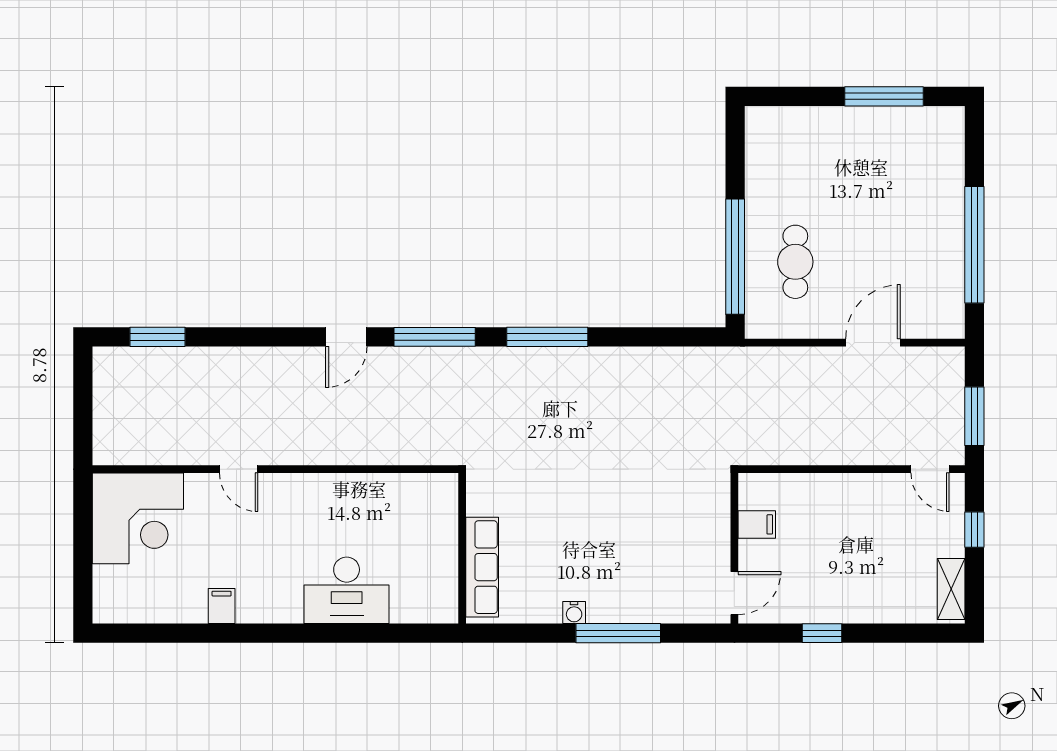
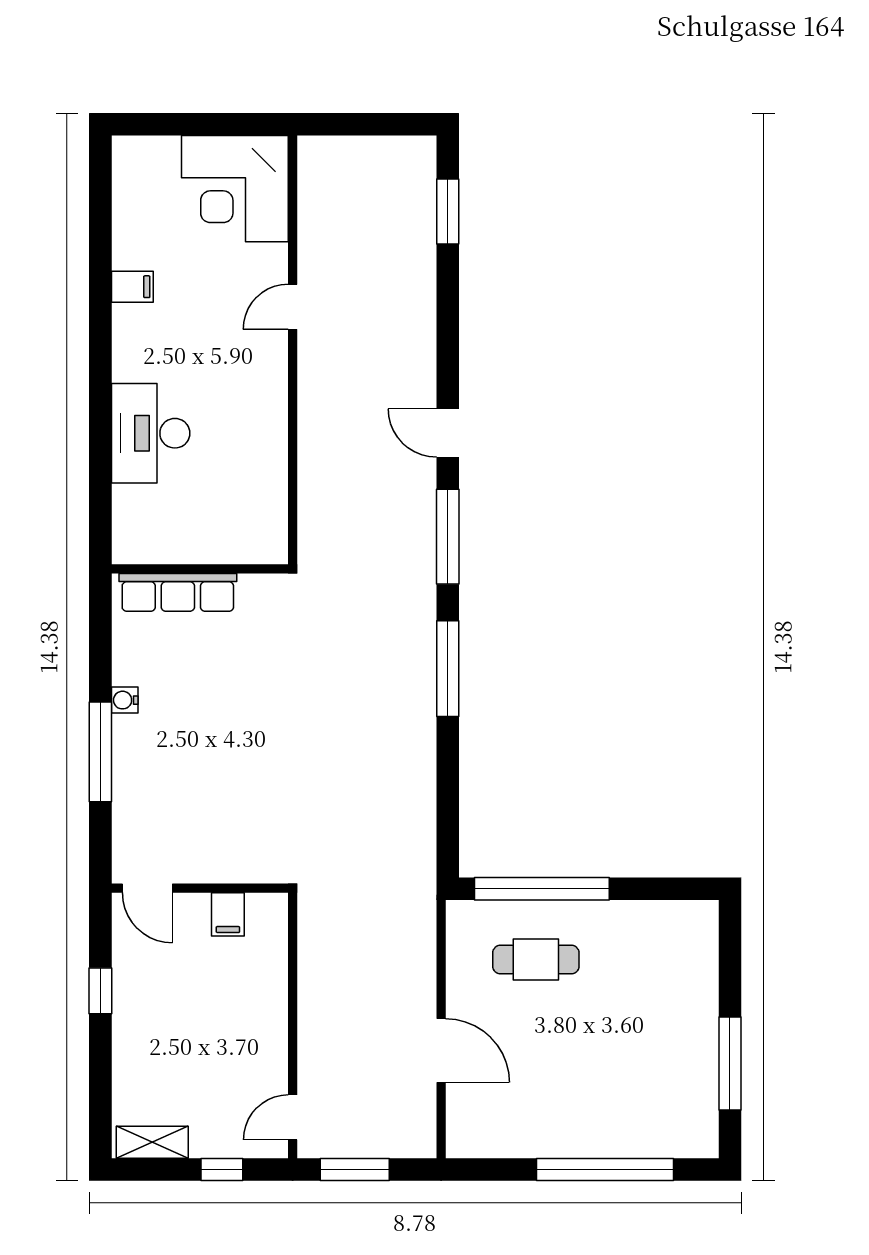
window: (974, 245) -> (605, 1170), moved

